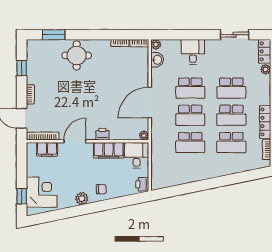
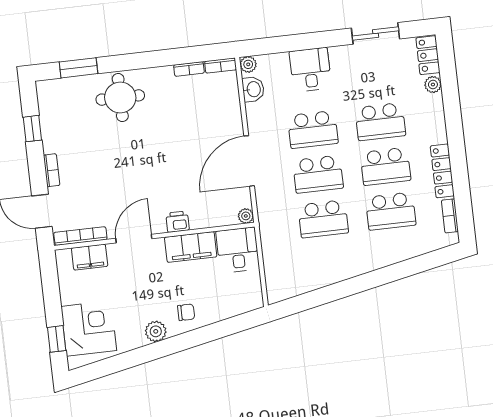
printer: (142, 184) -> (252, 296), removed

